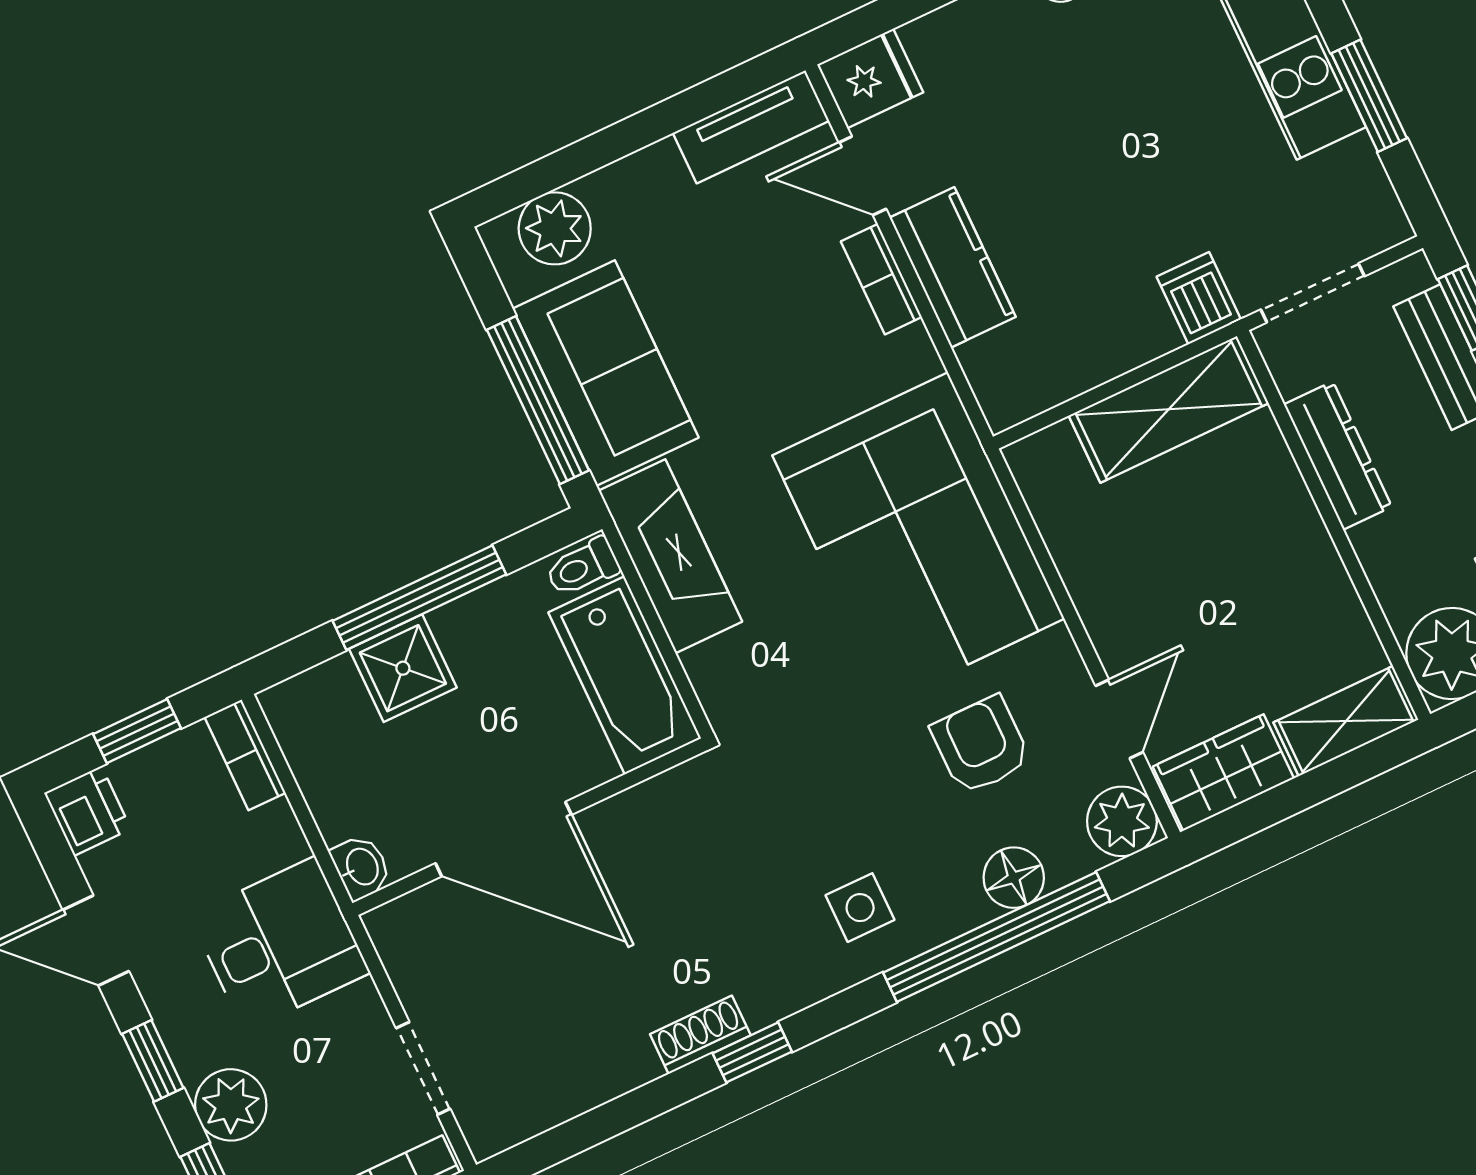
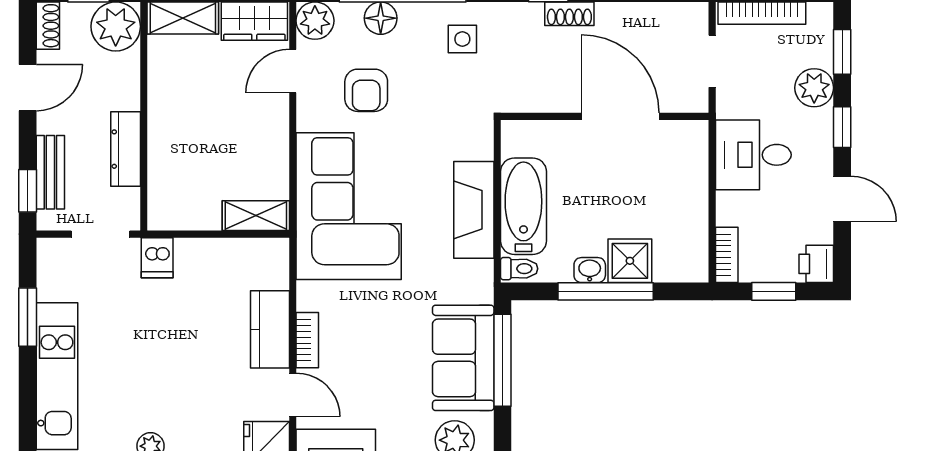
shelving: (1169, 409) -> (256, 216), moved, width x0.67, depth x0.75
fireplace: (670, 556) -> (474, 210), moved
wall: (530, 827) -> (605, 116), moved
door: (504, 839) -> (620, 116), moved
washbasin: (361, 867) -> (590, 270), moved, turned 90

